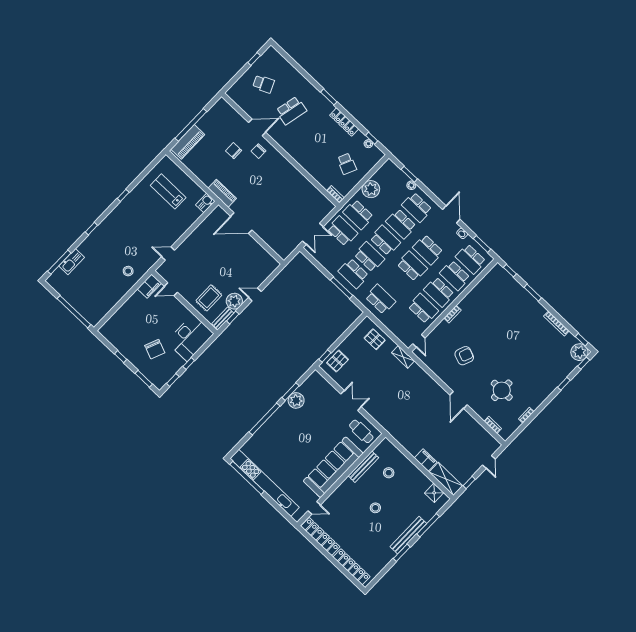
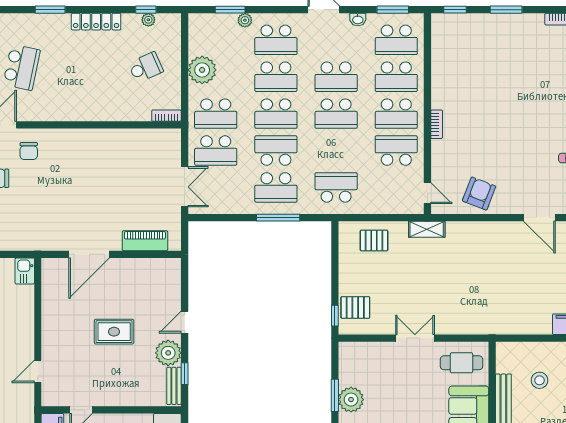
school desk: (347, 164) -> (146, 67), turned -48
piano: (222, 193) -> (145, 241), moved
school desk: (342, 231) -> (216, 151), turned 180
school desk: (385, 240) -> (276, 114), turned 180
school desk: (412, 266) -> (336, 114), turned 180
rug: (209, 298) -> (114, 332), moved, turned 90
armchair: (464, 356) -> (479, 193), moved
pallet: (338, 361) -> (355, 307), turned 90

